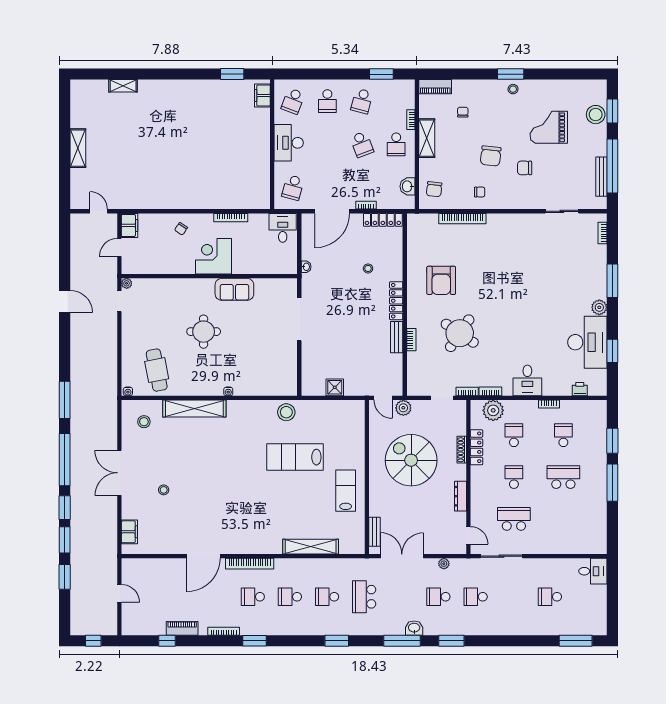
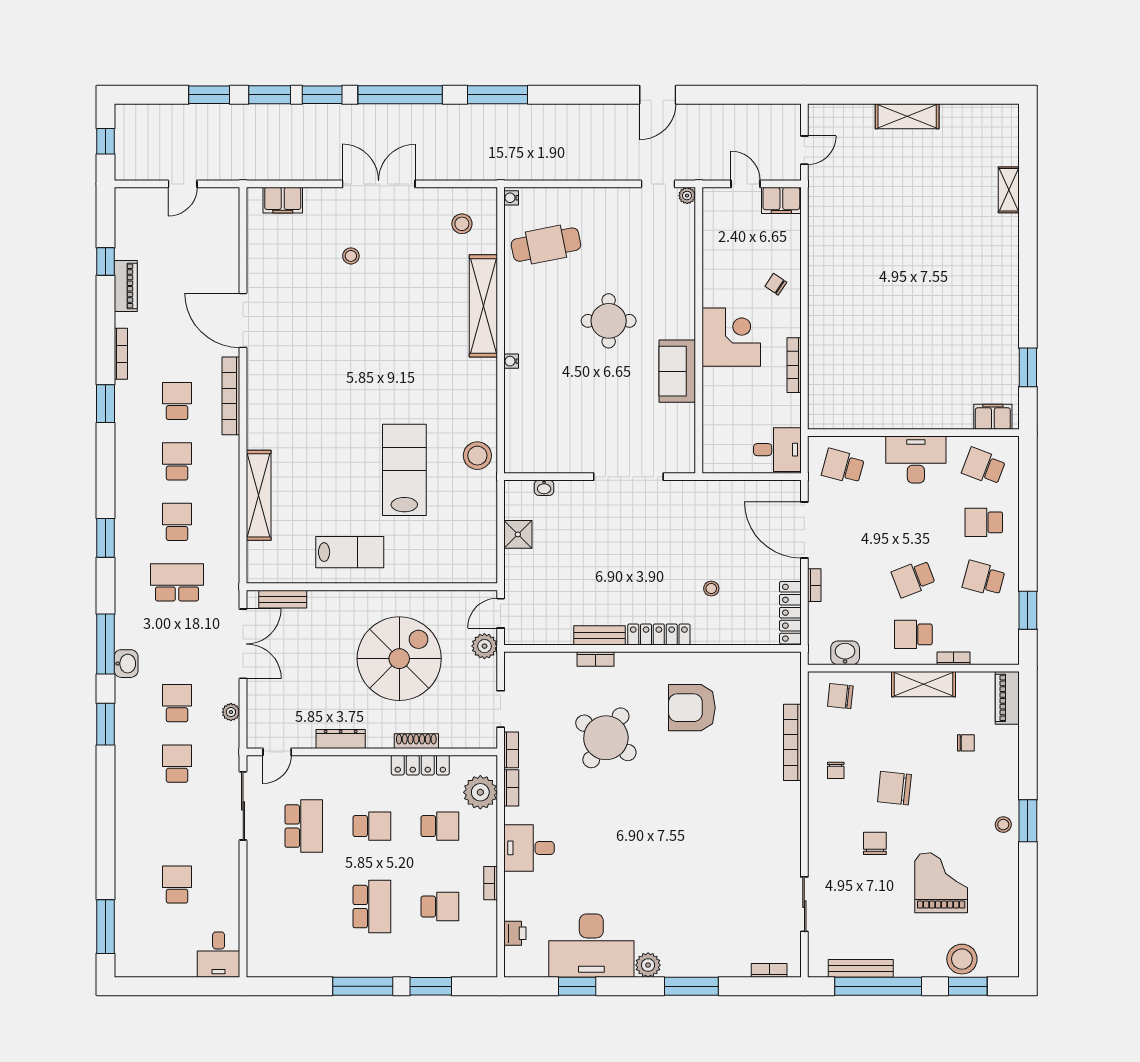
washbasin: (306, 267) -> (544, 488), moved

